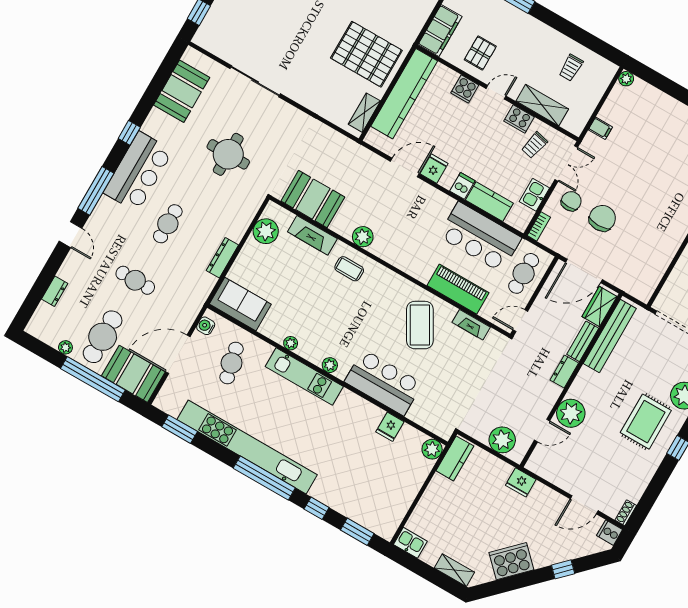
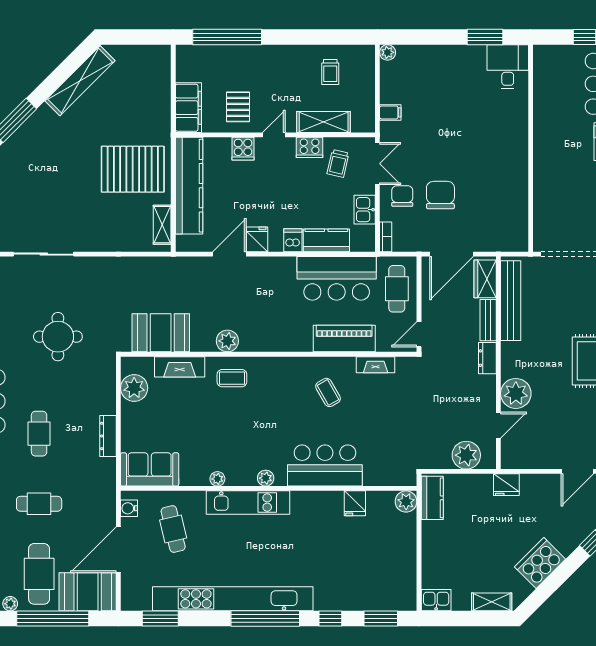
coffee table: (420, 325) -> (328, 392), width x0.54, depth x0.58

